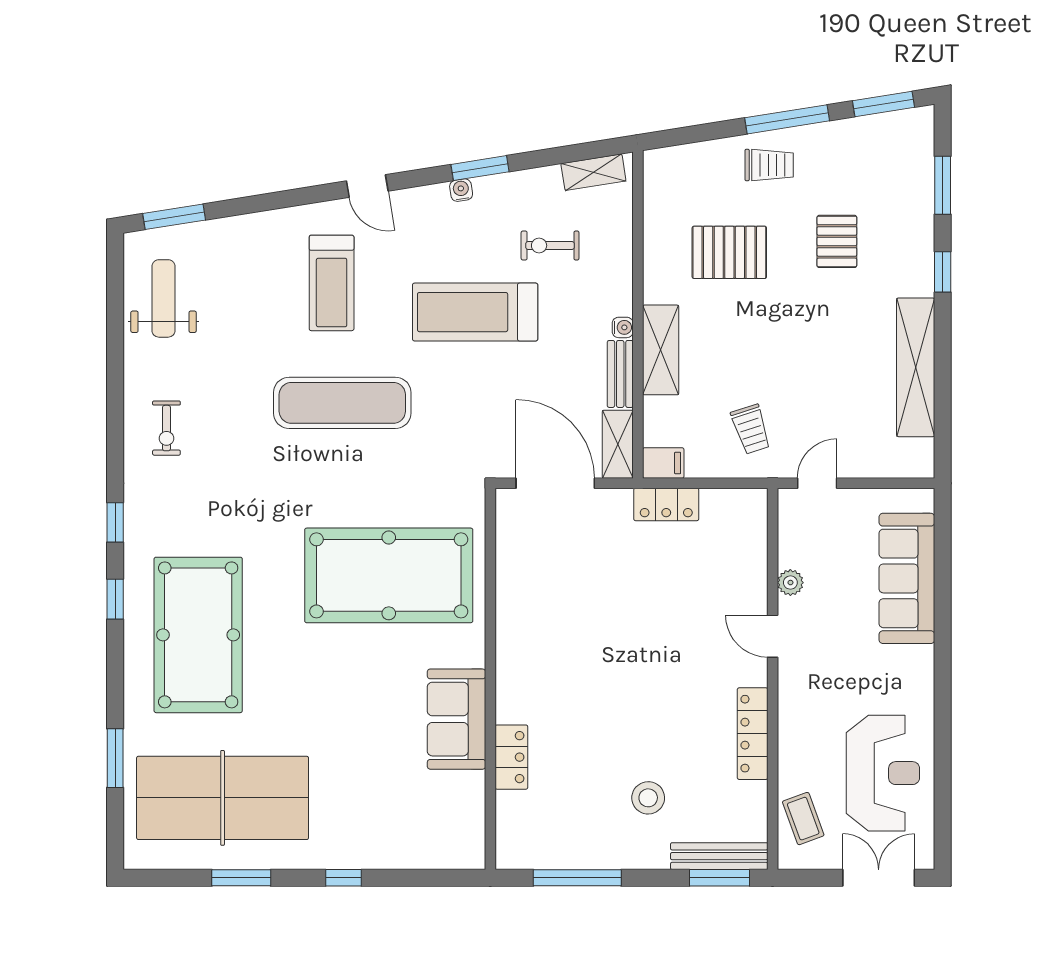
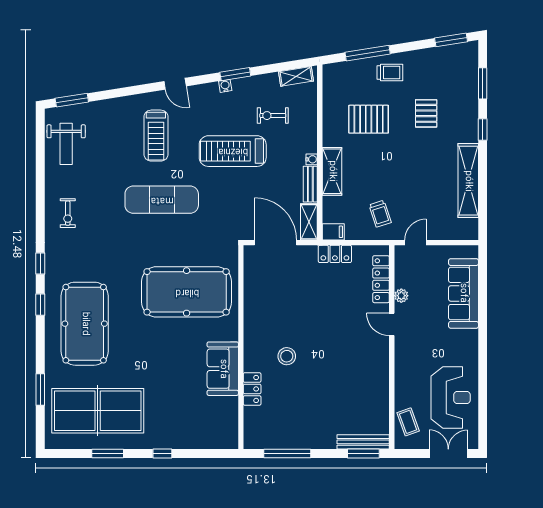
window: (787, 119) -> (368, 53), moved
weight bench: (164, 298) -> (66, 144), turned 180
locker: (753, 734) -> (381, 279), moved
stool: (648, 798) -> (287, 356), moved

